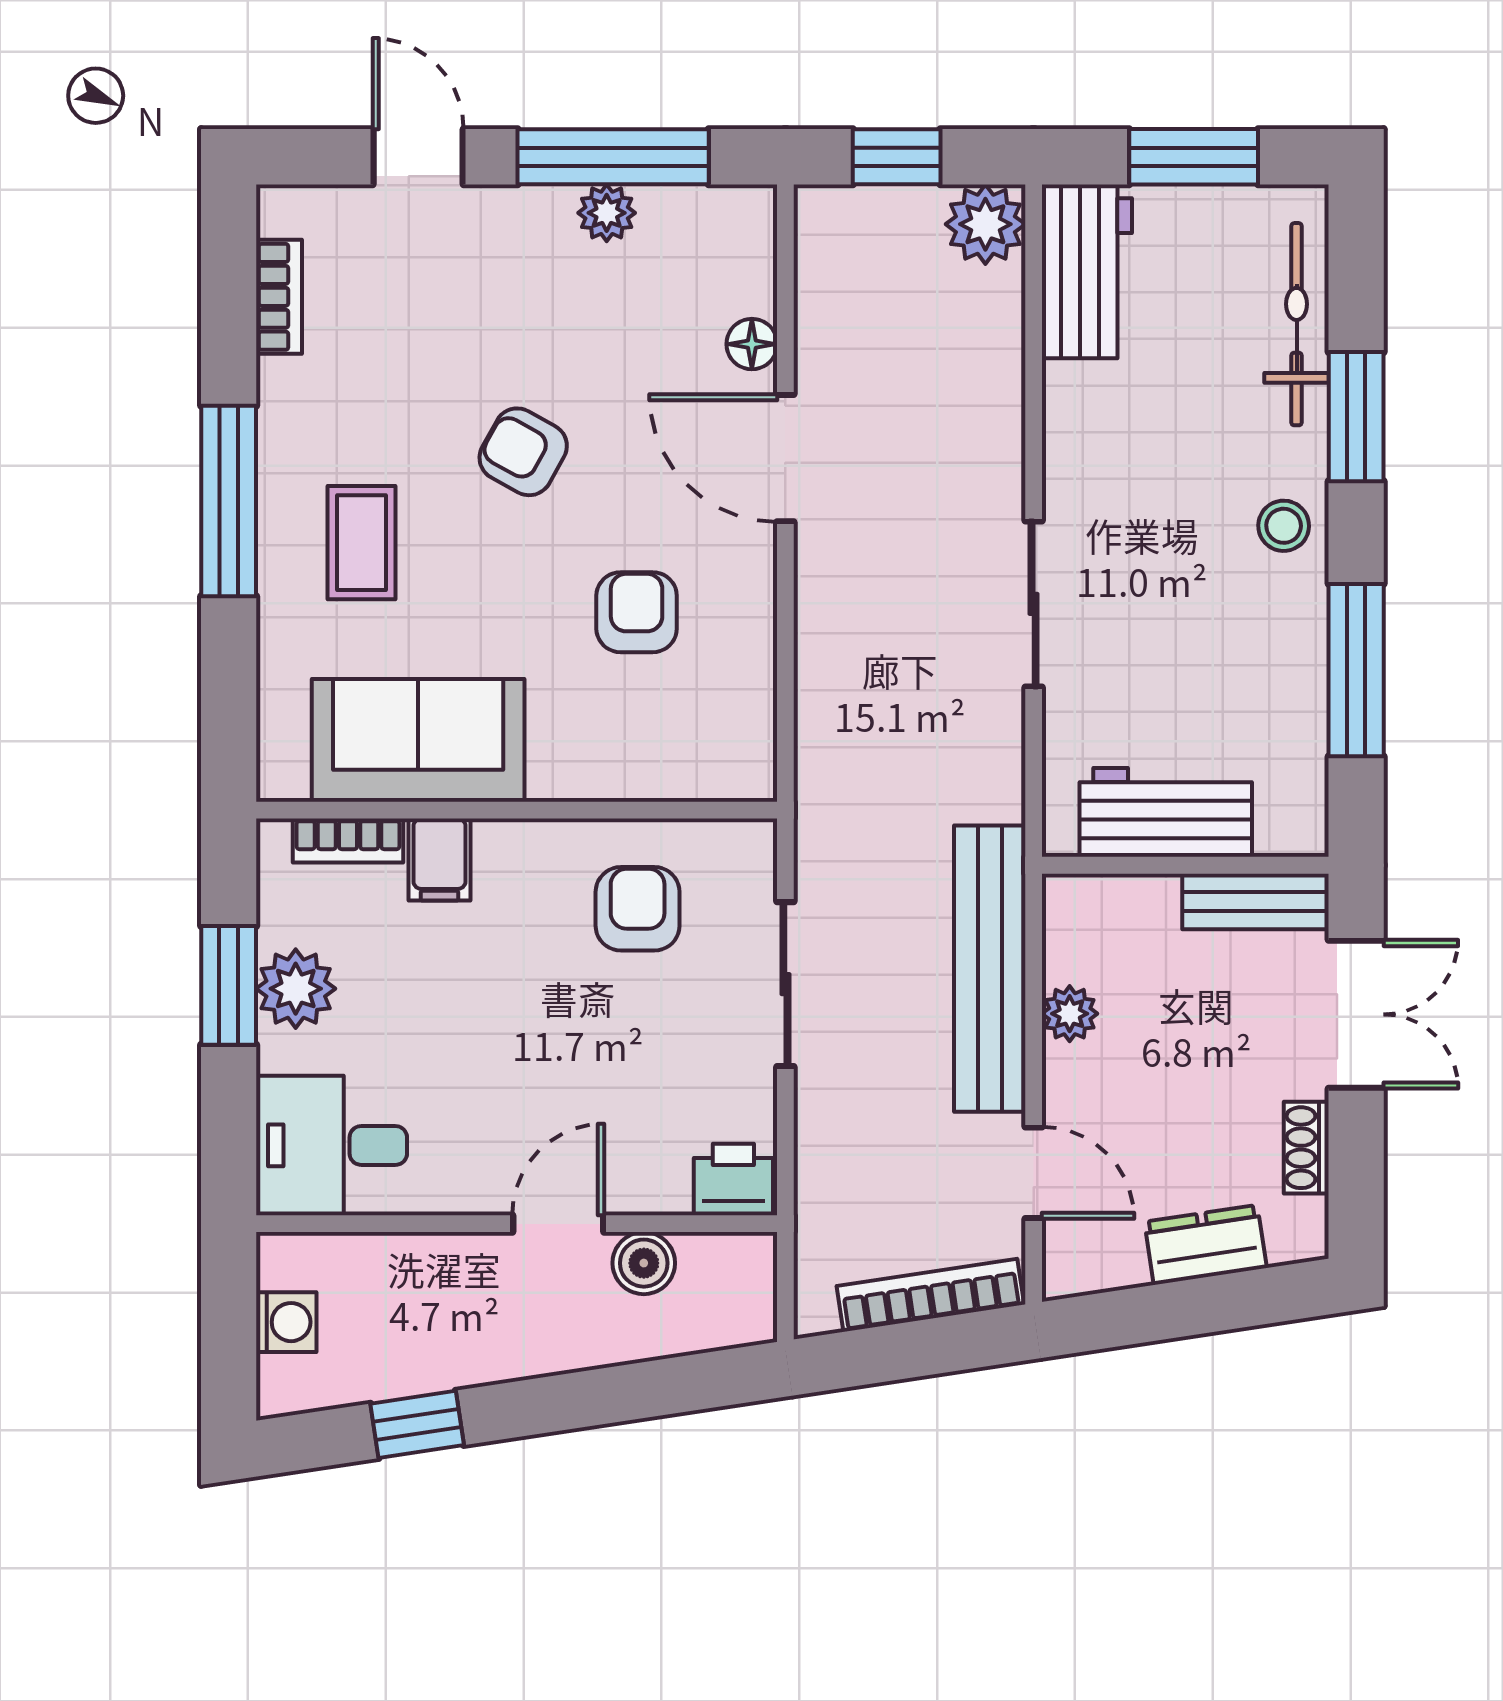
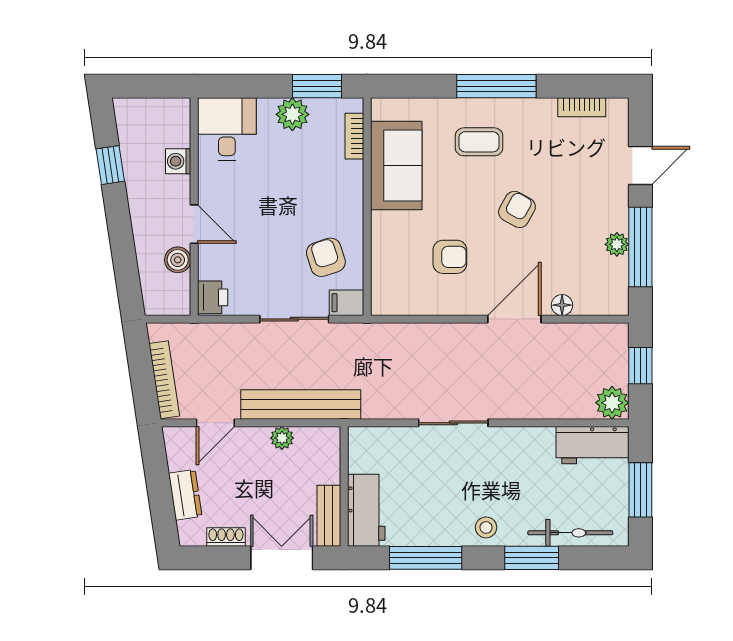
workbench: (1166, 812) -> (366, 510), moved
filing cabinet: (439, 859) -> (346, 303), moved
armchair: (638, 909) -> (326, 257), turned -108
window: (229, 985) -> (317, 86), moved
double door: (1356, 1014) -> (282, 558), swing flipped
washing machine: (286, 1322) -> (178, 161), moved, turned 90

